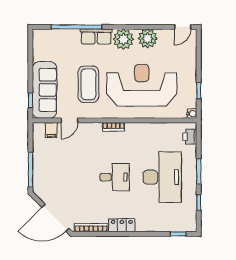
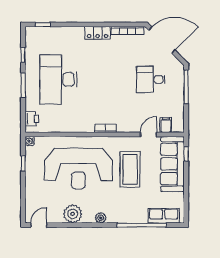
row of seats: (96, 37) -> (164, 216), moved
plant: (123, 39) -> (101, 218), width x0.53, depth x0.53
desk: (115, 177) -> (151, 79), moved

